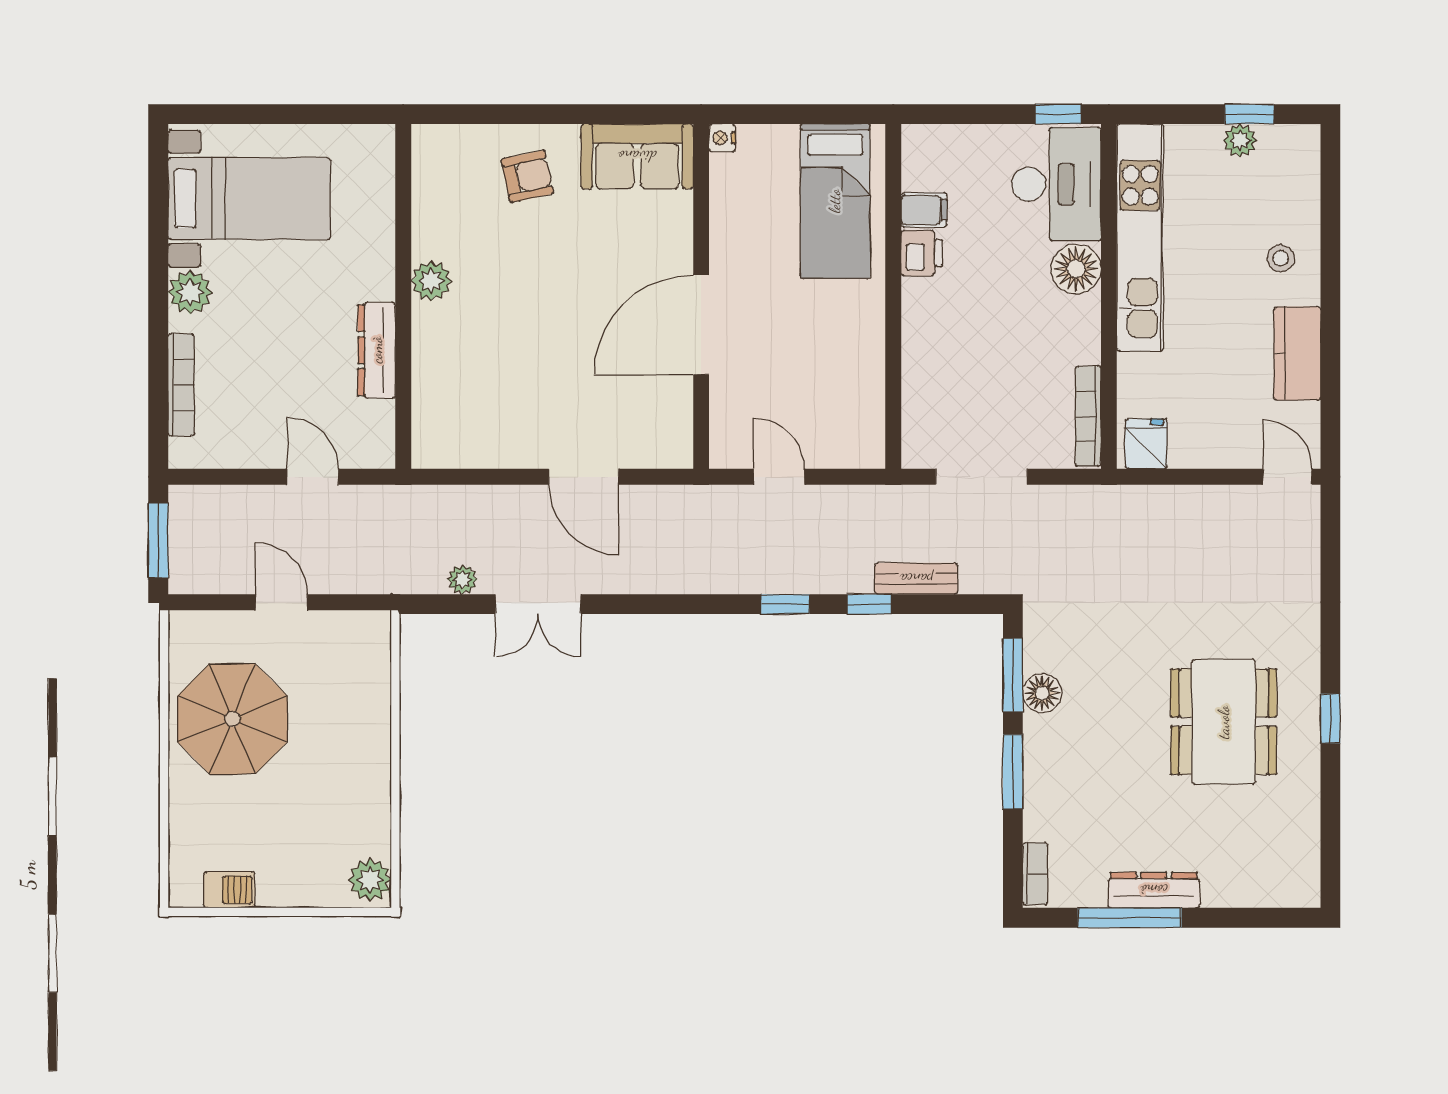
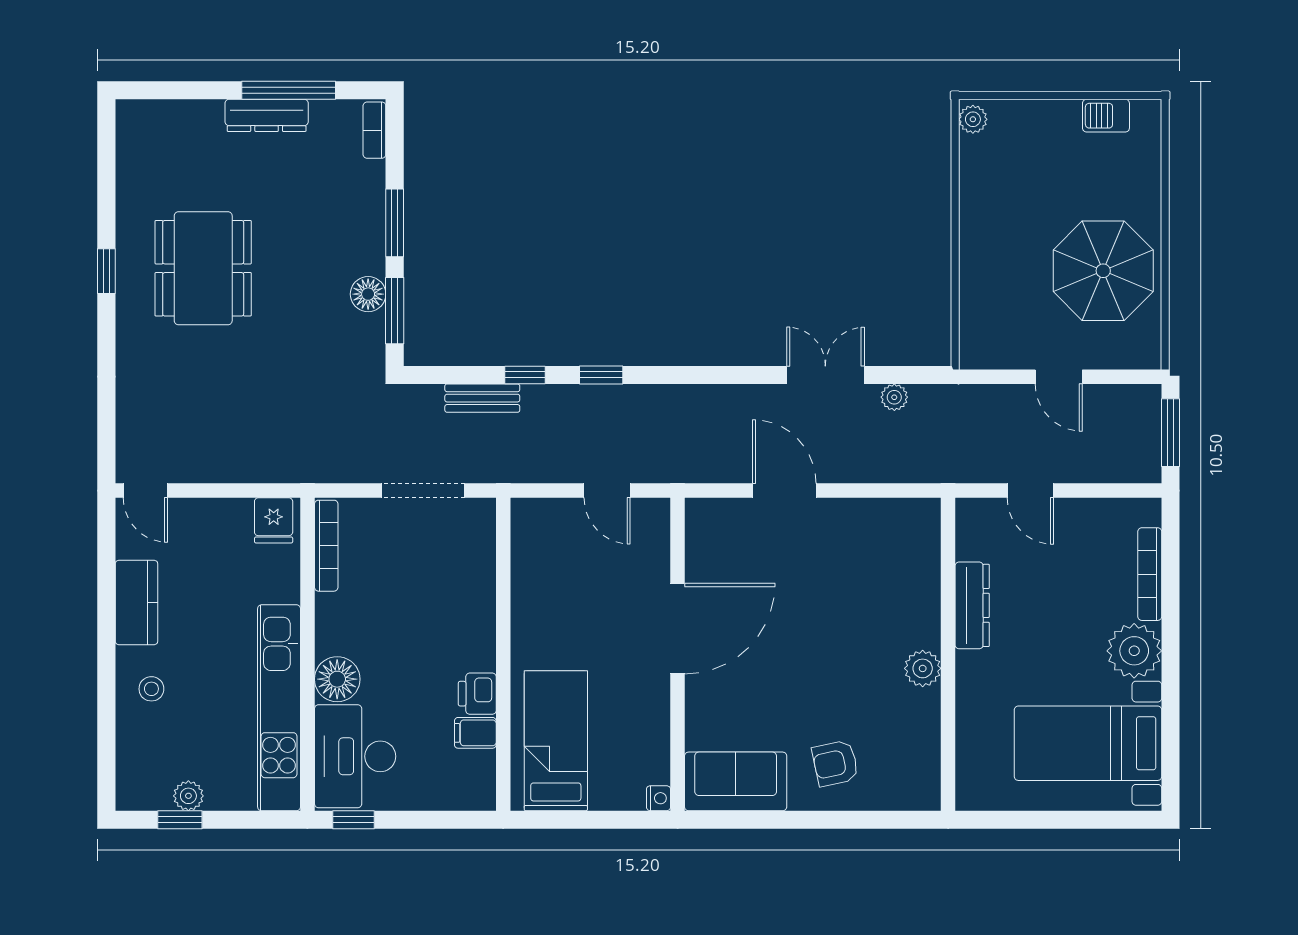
plant: (190, 292) -> (1134, 651), width x1.36, depth x1.36
plant: (370, 880) -> (973, 119), width x0.73, depth x0.73

